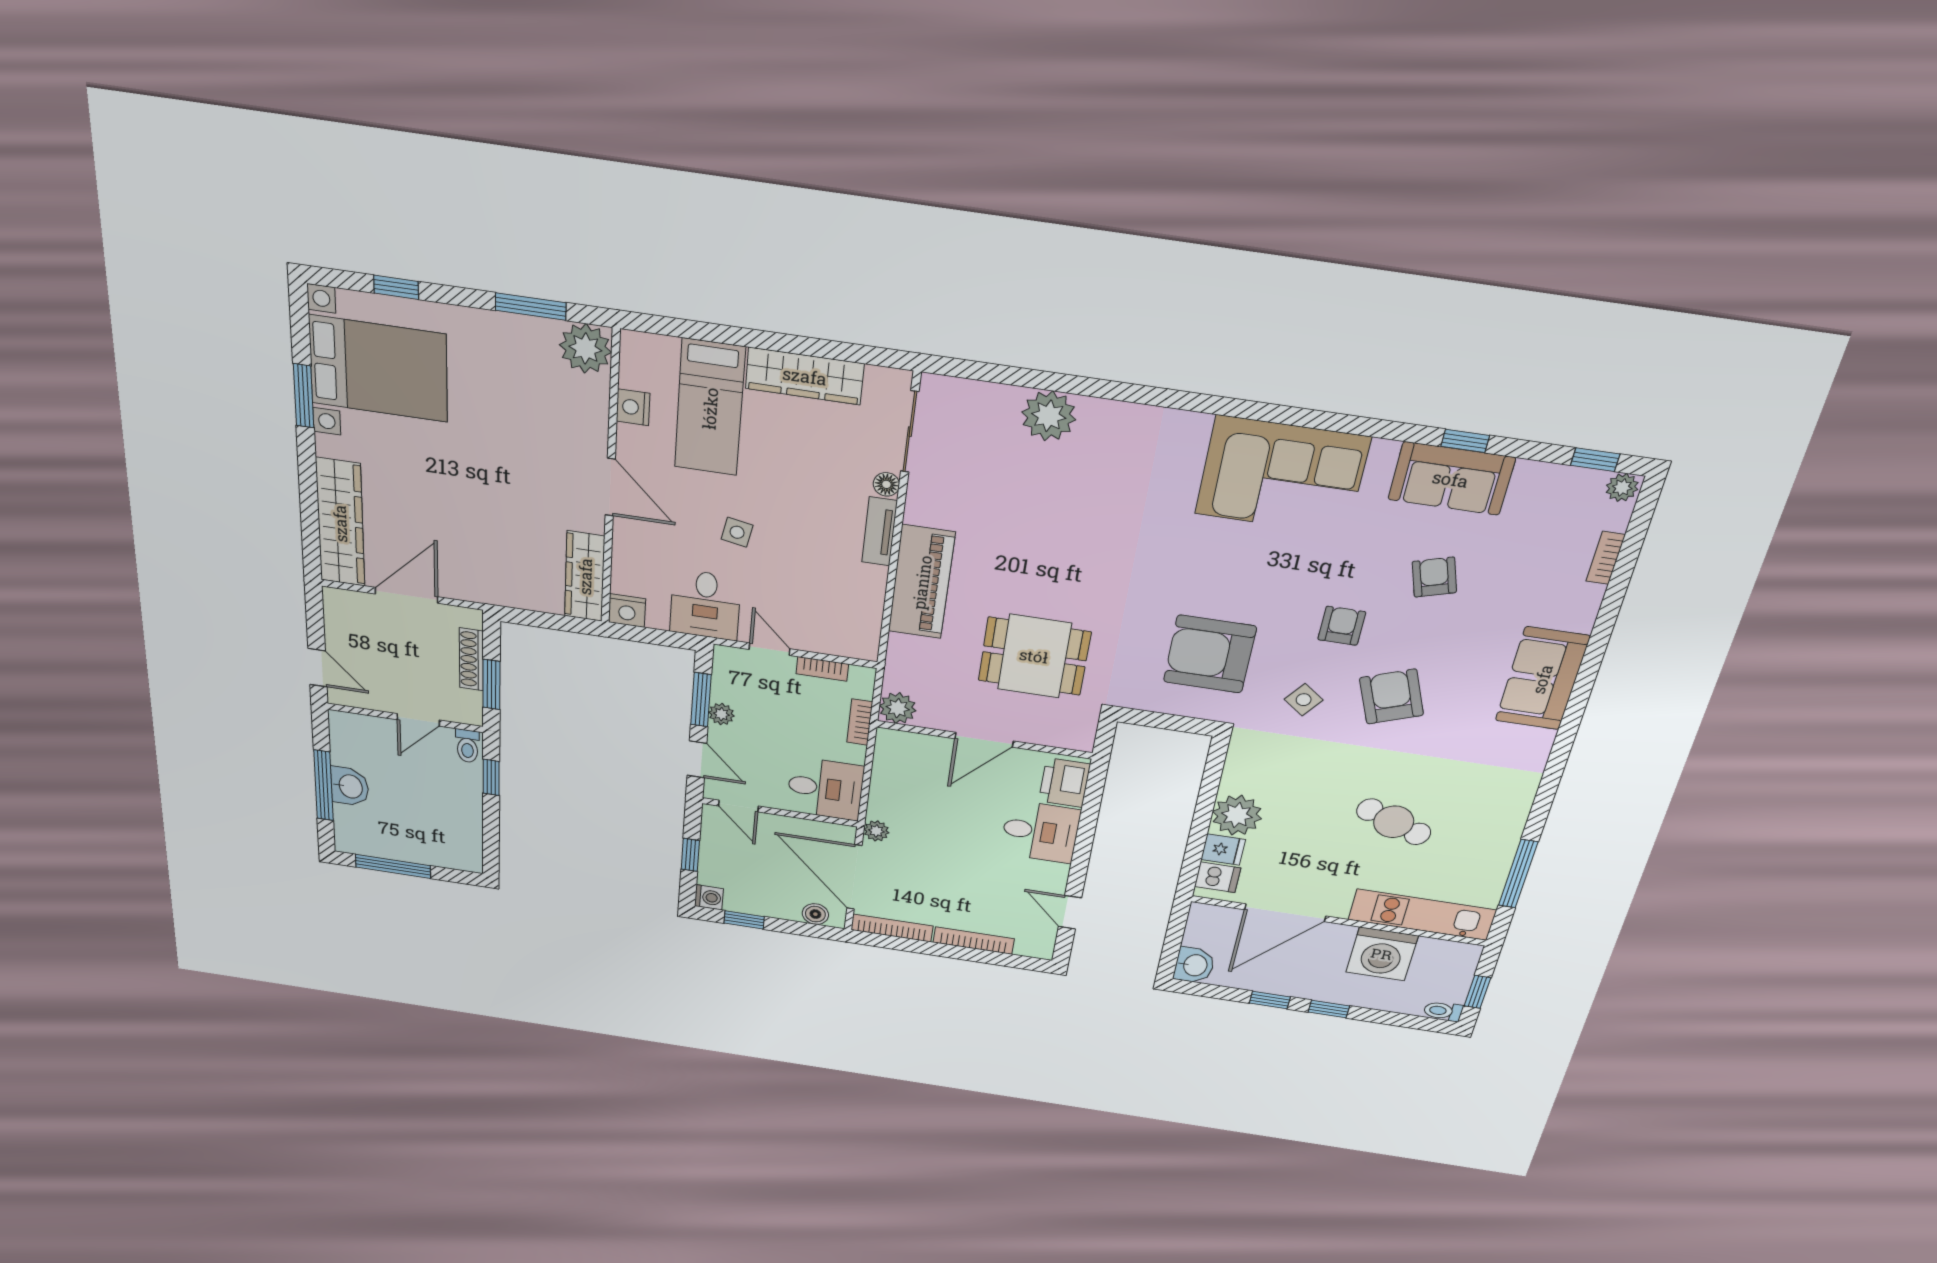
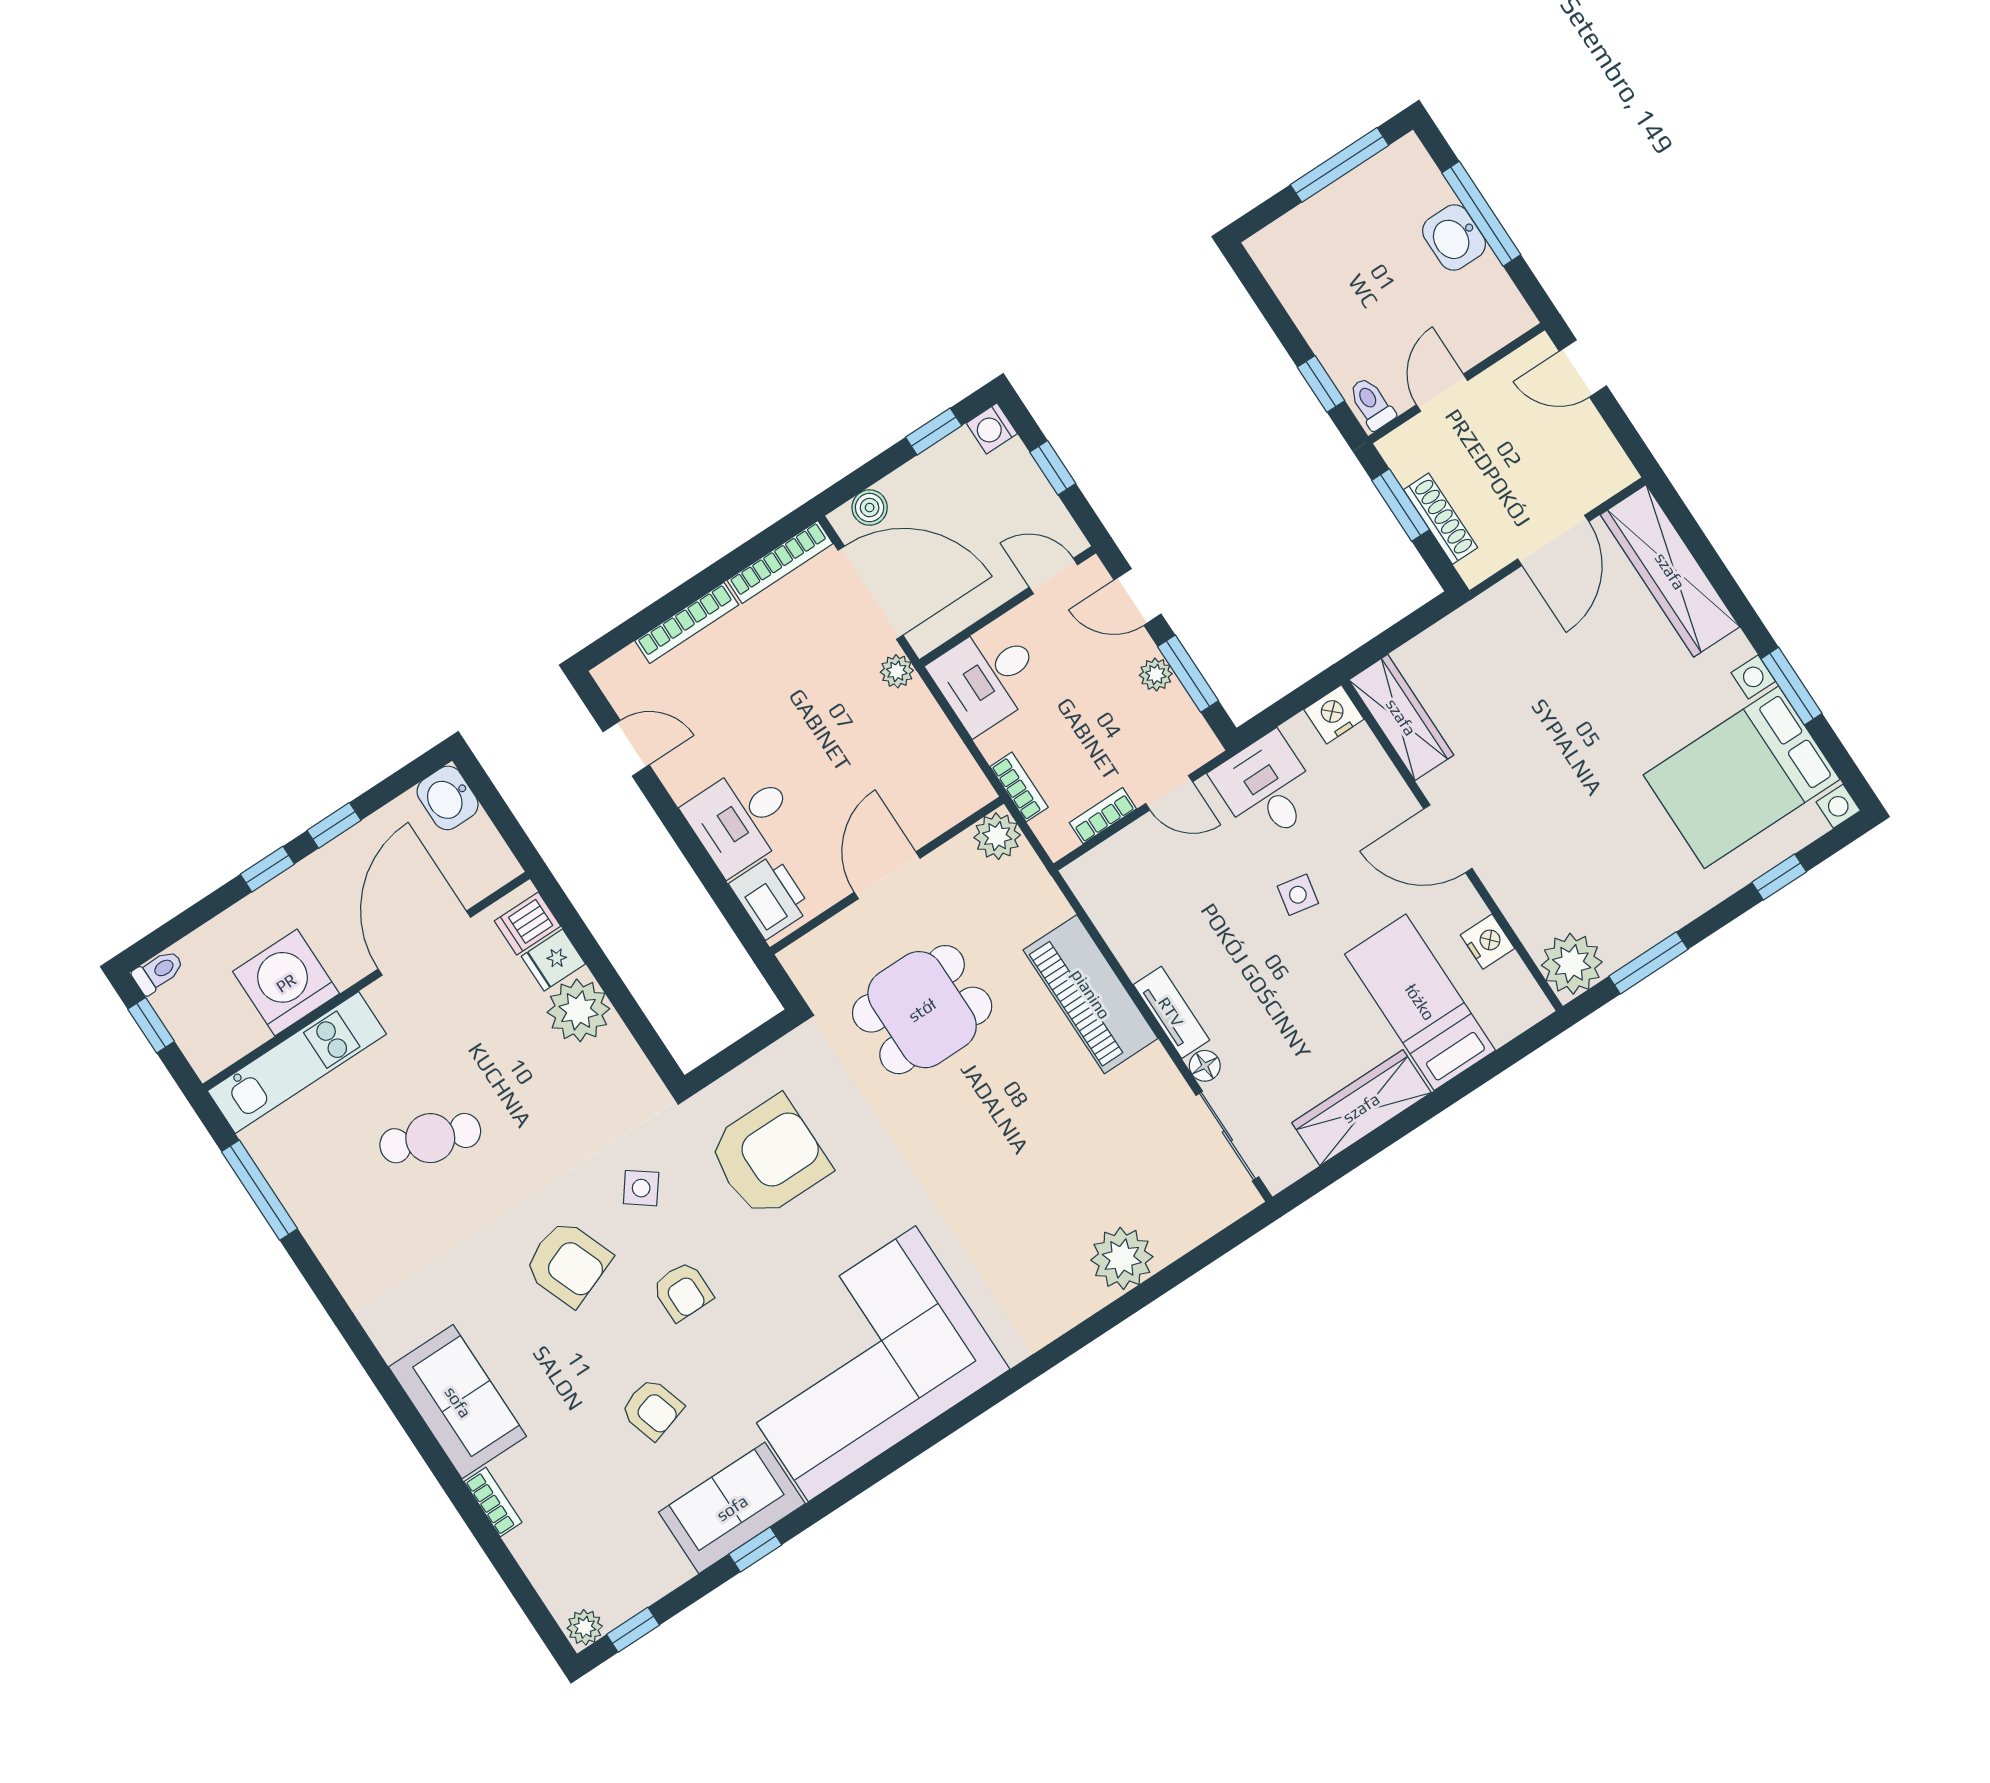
corner sofa: (1282, 476) -> (862, 1364), width x1.36, depth x1.36
bookcase: (1606, 558) -> (493, 1502), moved

